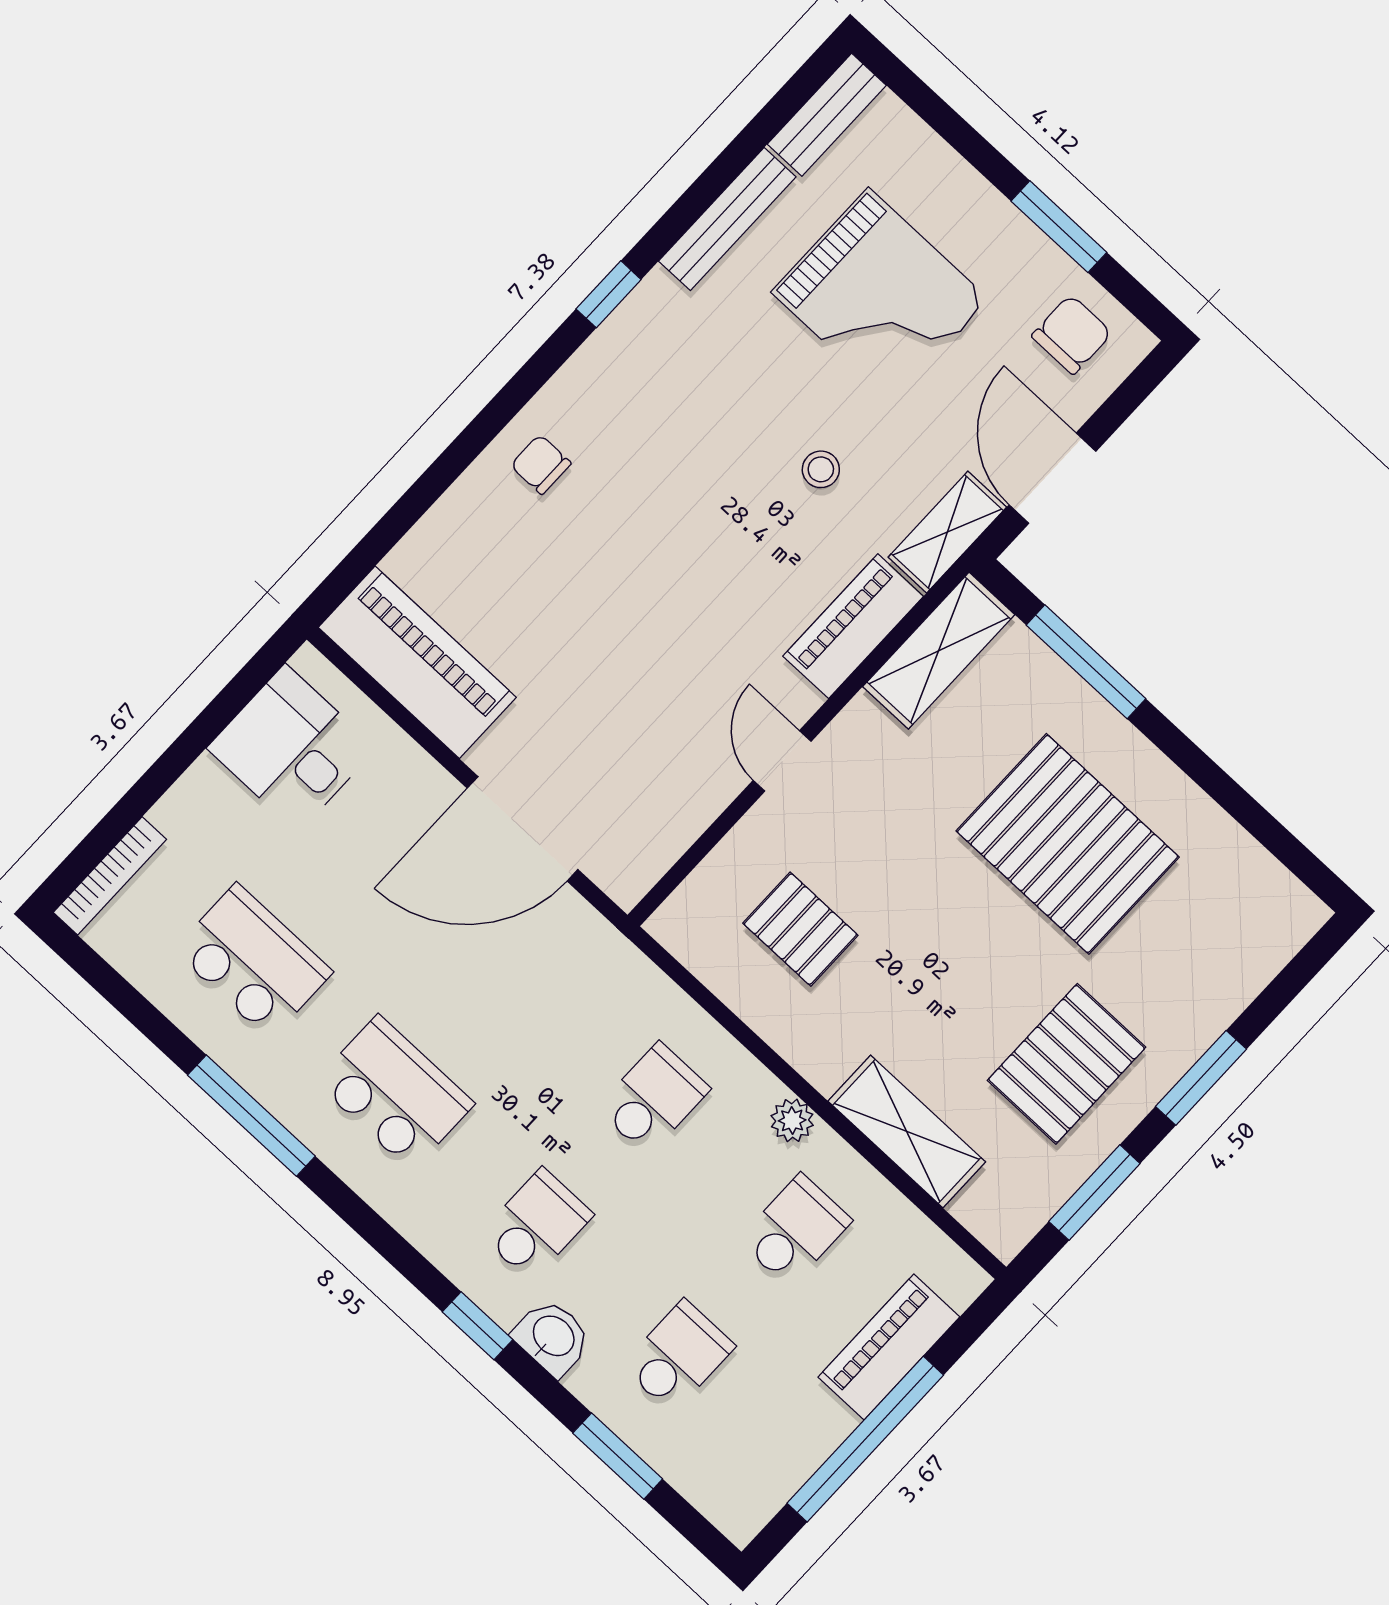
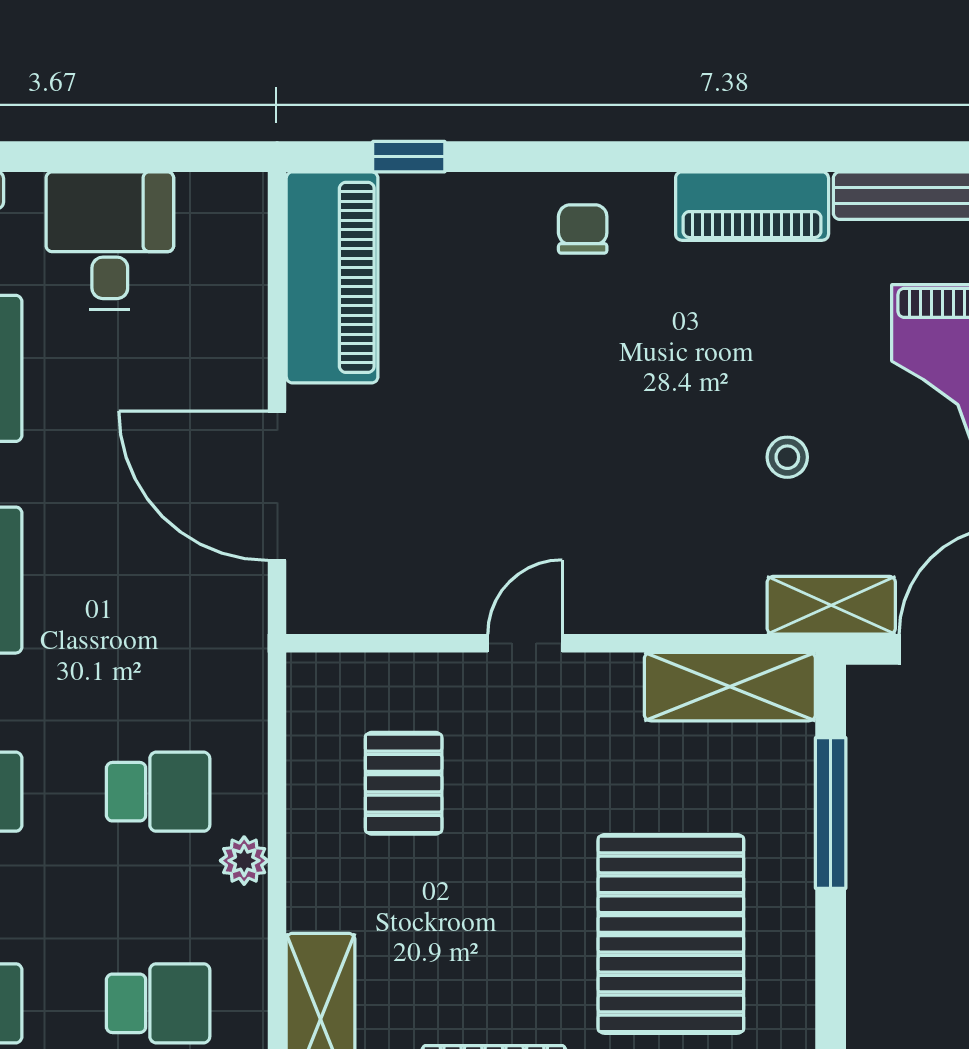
window: (609, 294) -> (409, 157), moved
piano: (853, 626) -> (752, 206), moved, turned 180
desk: (292, 748) -> (110, 241), moved
plant: (792, 1120) -> (244, 861), moved

